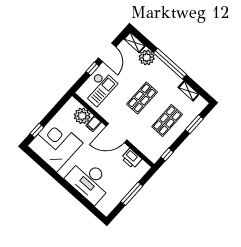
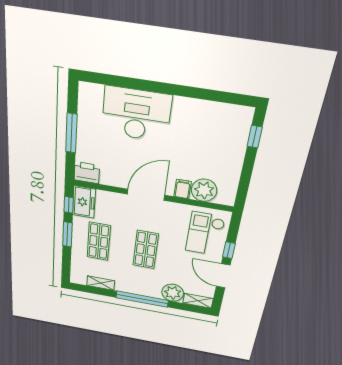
window: (194, 124) -> (67, 234), moved
corner desk: (55, 144) -> (216, 134), removed
freezer: (156, 151) -> (84, 202), added
printer: (131, 158) -> (87, 173), moved

